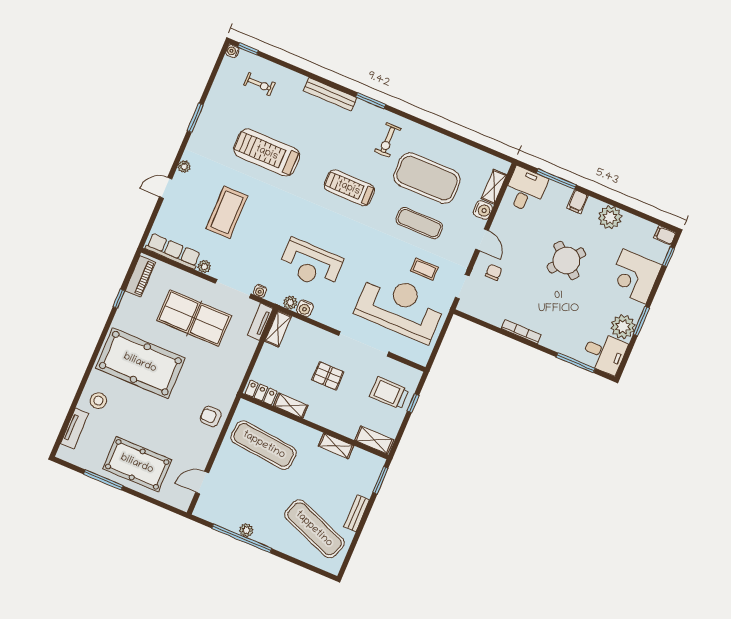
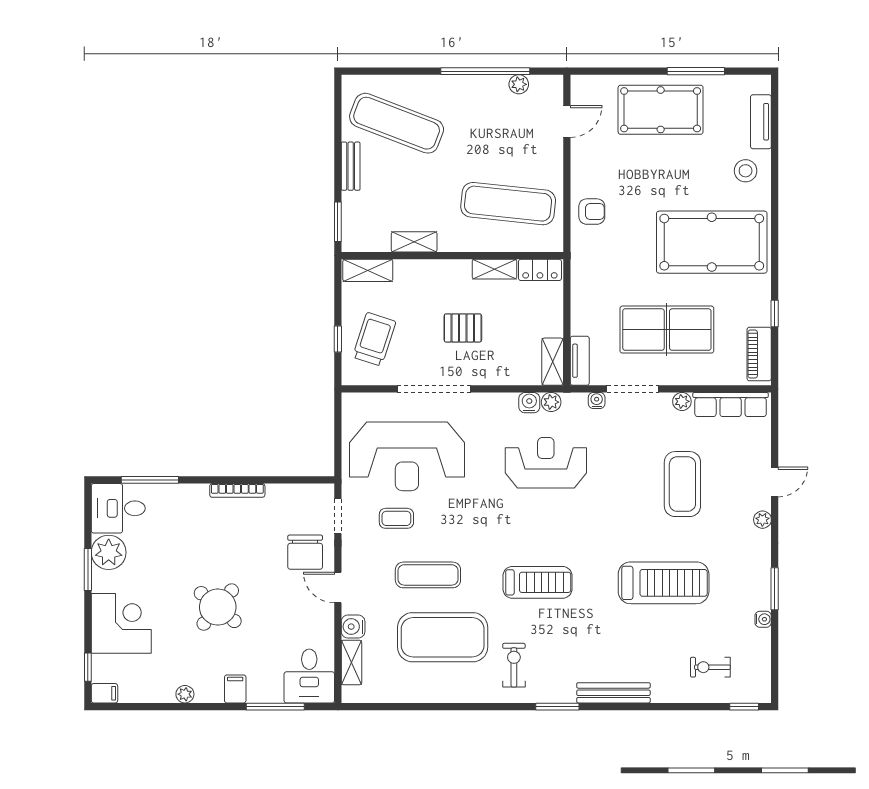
water cooler: (232, 51) -> (763, 619), moved
plant: (610, 217) -> (185, 694), width x0.53, depth x0.53
chair: (494, 272) -> (305, 552), width x1.87, depth x1.87
trolley: (389, 393) -> (374, 339), turned -72
plant: (246, 530) -> (519, 84), moved

